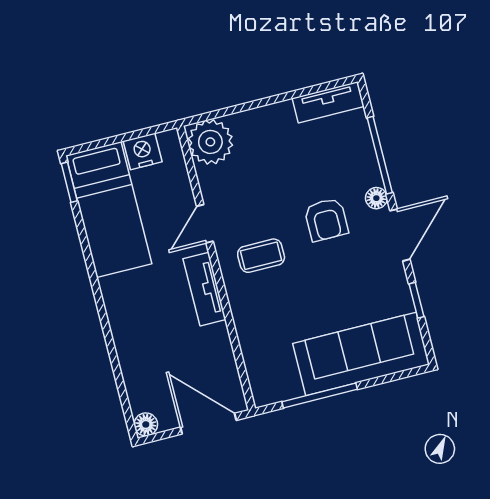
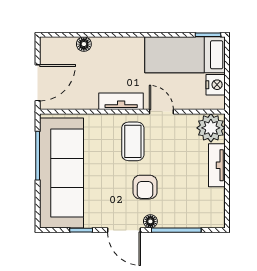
tv unit: (328, 102) -> (217, 165), moved
armchair: (326, 220) -> (145, 187), turned -90
coffee table: (261, 256) -> (133, 141), width x1.36, depth x1.30
sofa: (361, 354) -> (61, 173), width x1.36, depth x1.27
floor lamp: (146, 424) -> (84, 44), moved

